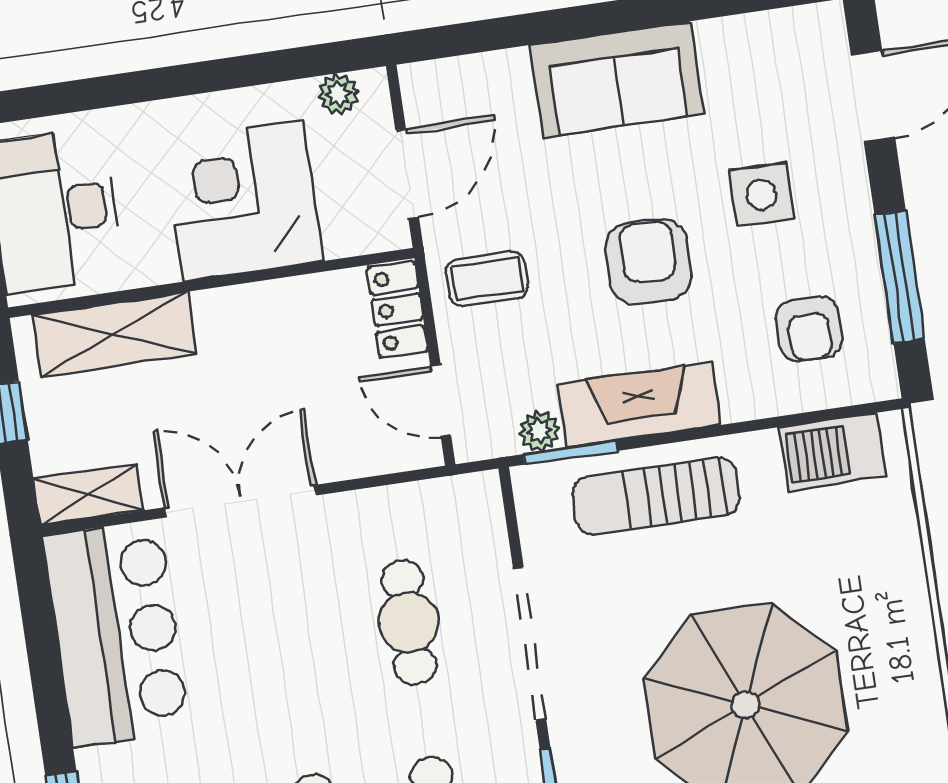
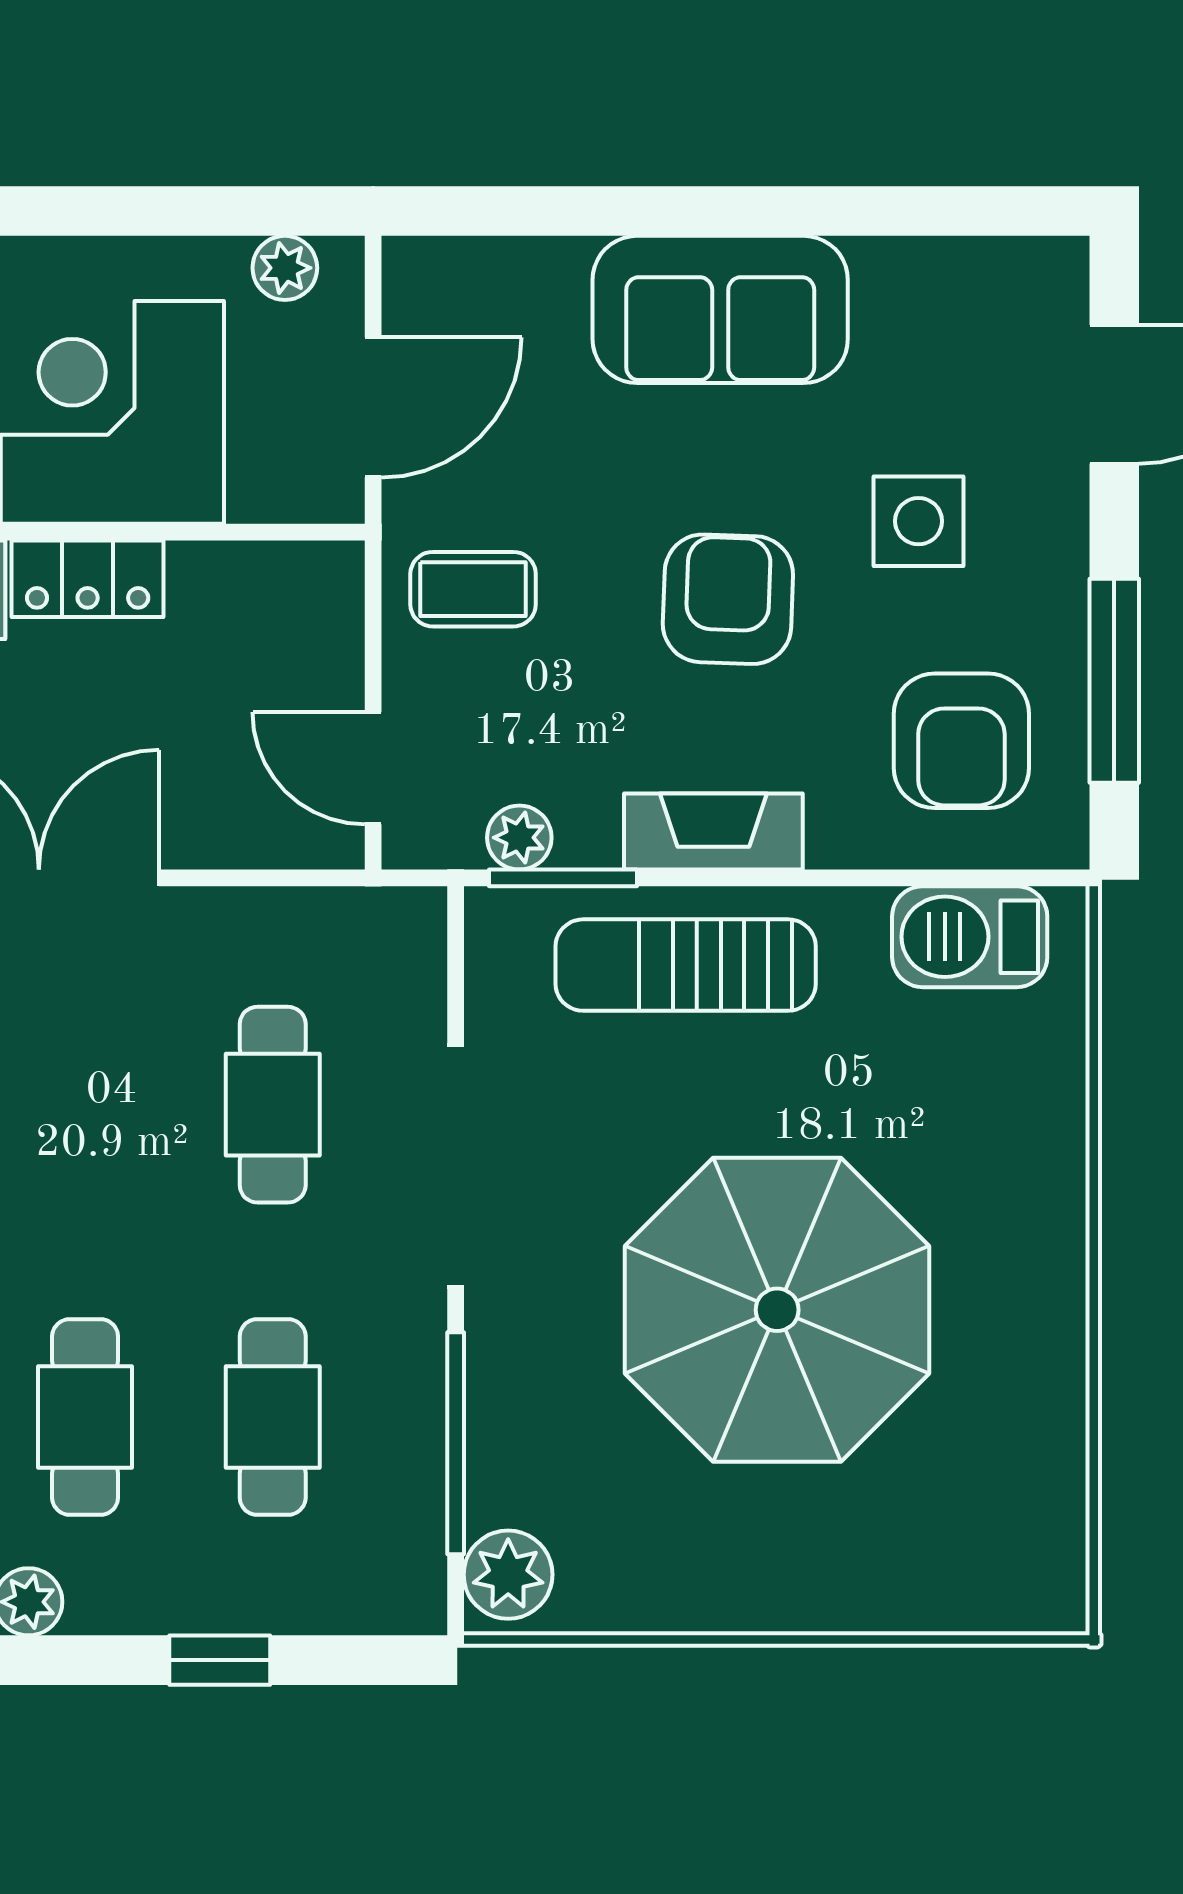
locker: (397, 310) -> (88, 579), moved, turned -90
armchair: (809, 329) -> (961, 741), width x1.38, depth x1.38
fireplace: (639, 405) -> (713, 832), width x0.73, depth x0.76

